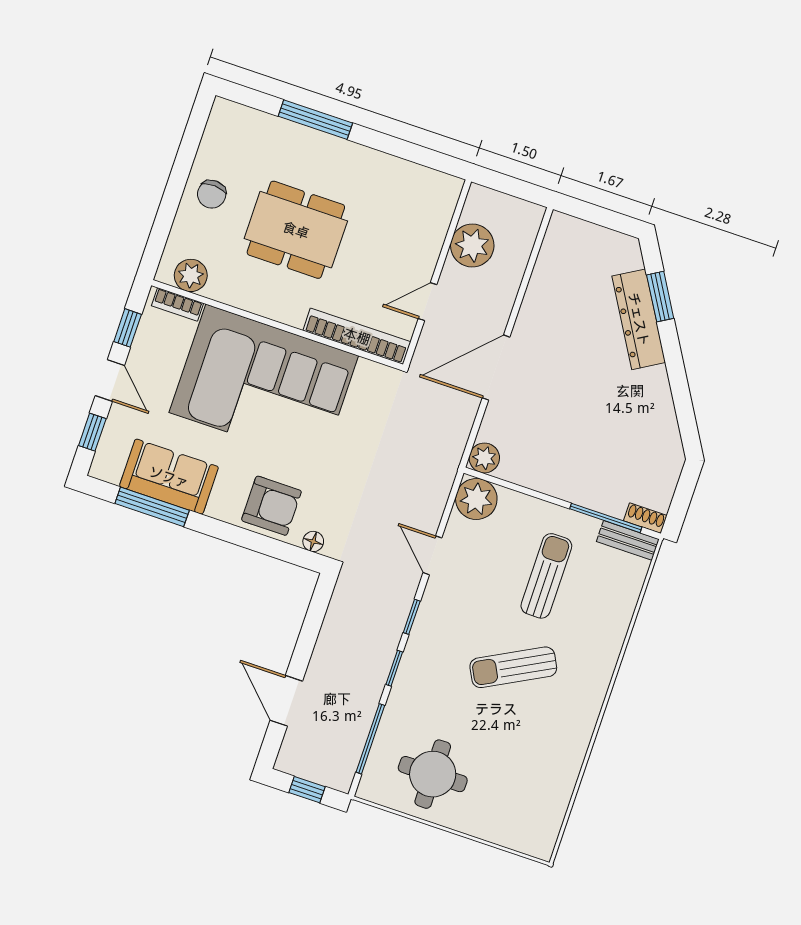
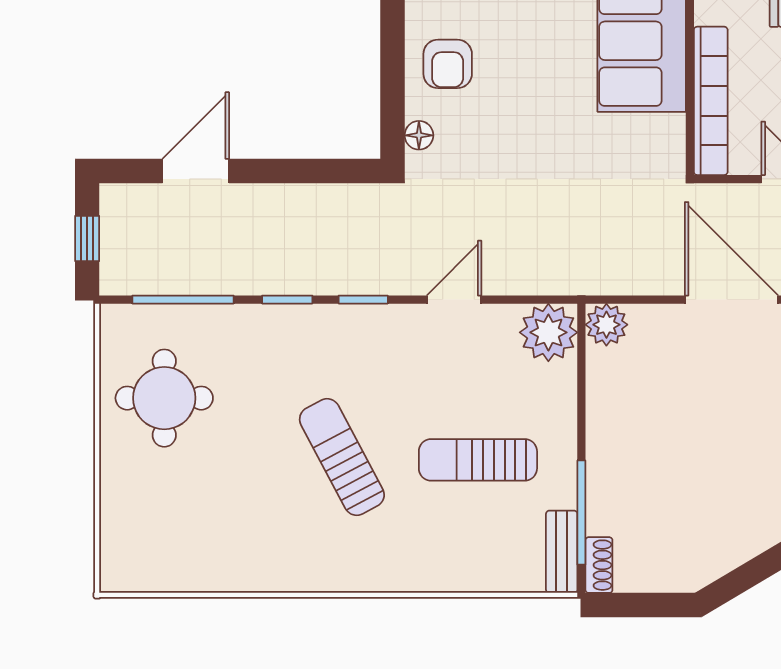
armchair: (271, 506) -> (448, 64), width x0.72, depth x0.72
sun lounger: (546, 576) -> (478, 460), turned 180

